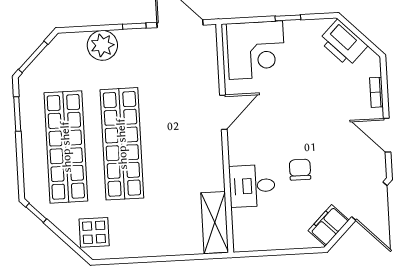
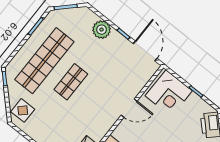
shop shelf: (122, 144) -> (71, 82), width x0.50, depth x0.74

